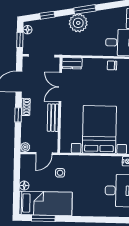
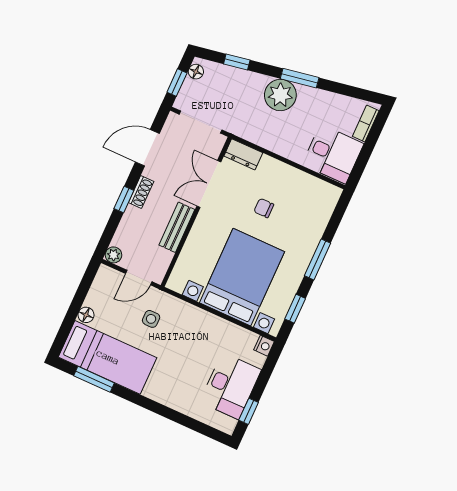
chair: (112, 65) -> (264, 208), moved

